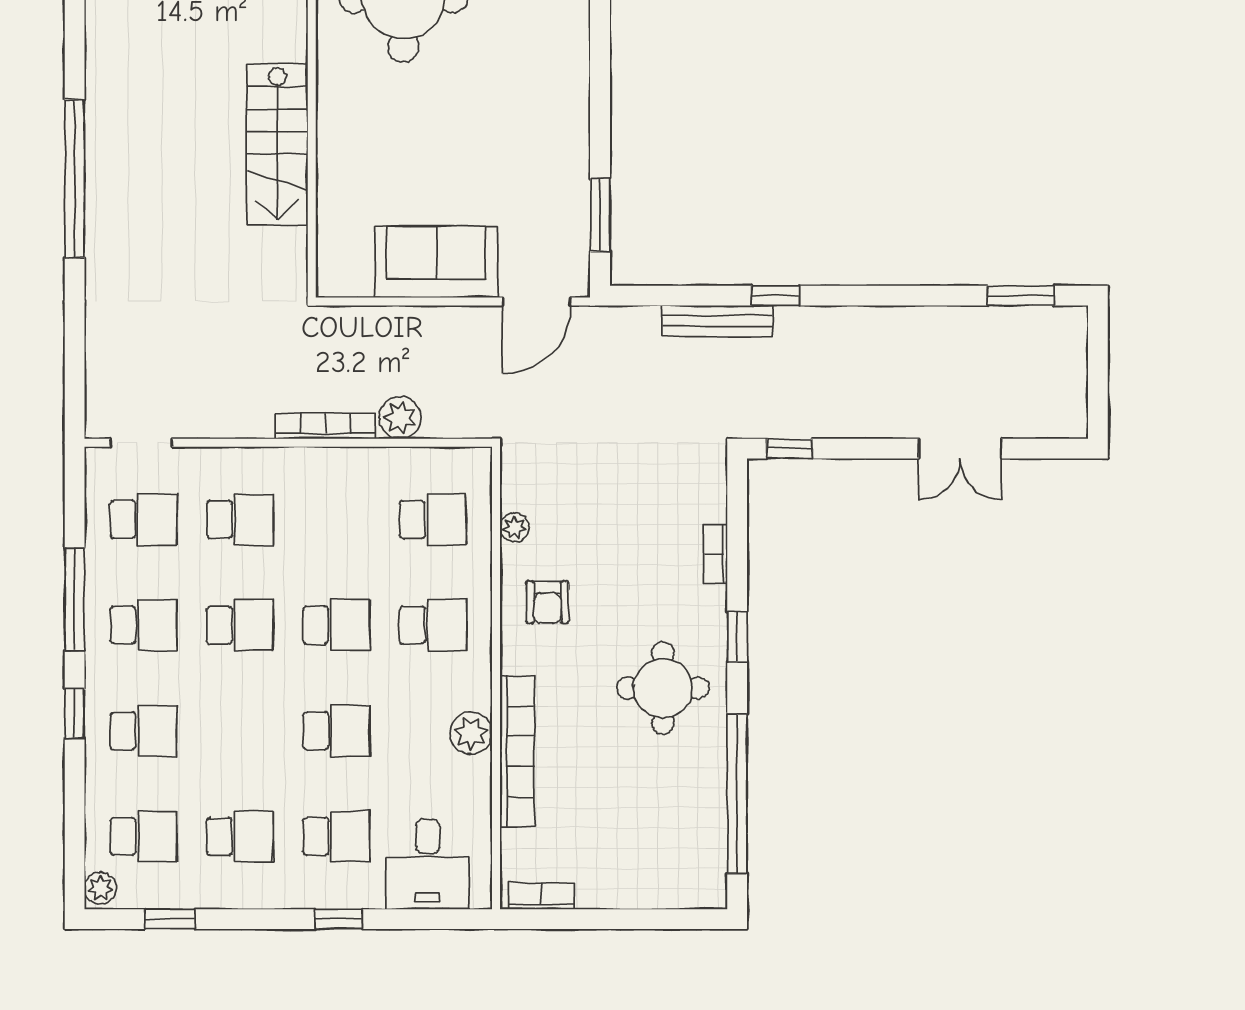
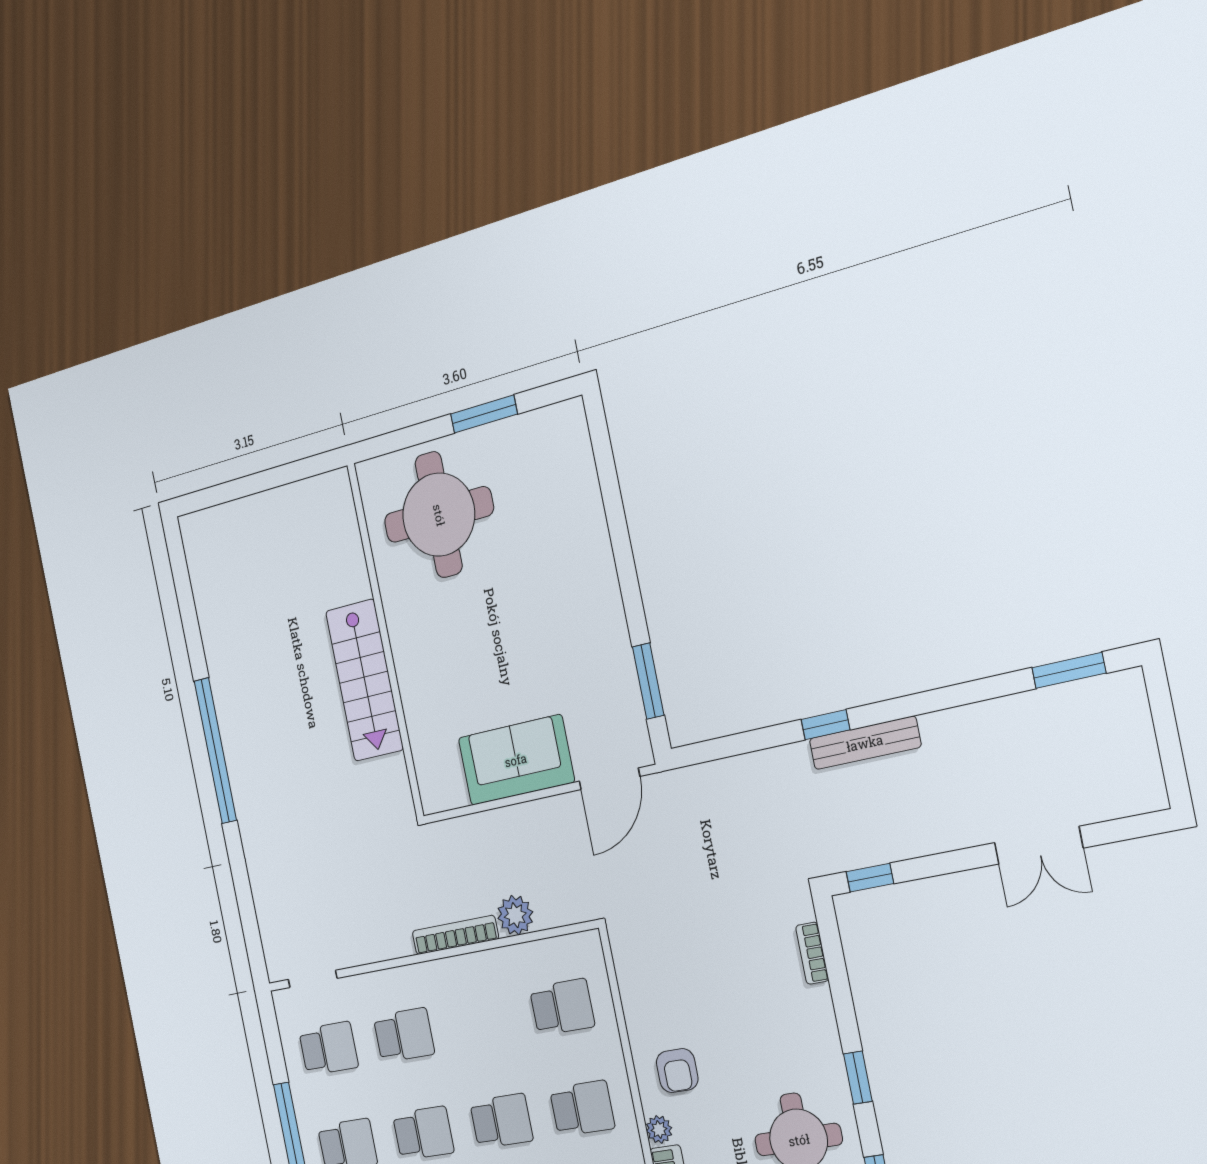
bench: (717, 321) -> (865, 743), moved
plant: (515, 527) -> (659, 1129), moved
bookcase: (716, 553) -> (812, 953), moved

